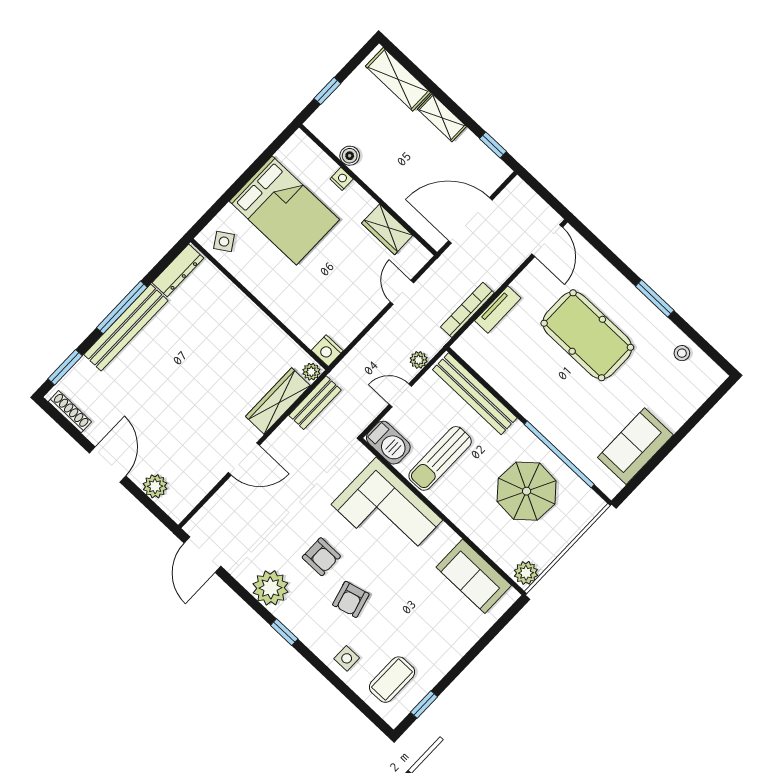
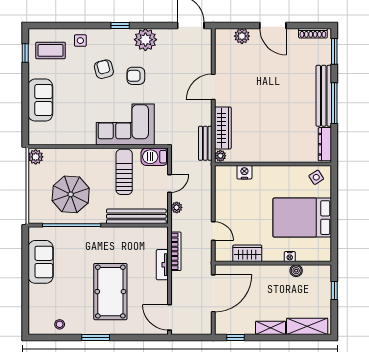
pool table: (587, 335) -> (110, 292), turned 90
nightstand: (327, 351) -> (244, 172), moved
sofa: (474, 576) -> (40, 100), moved, turned 90
coffee table: (392, 680) -> (51, 50), turned 90

